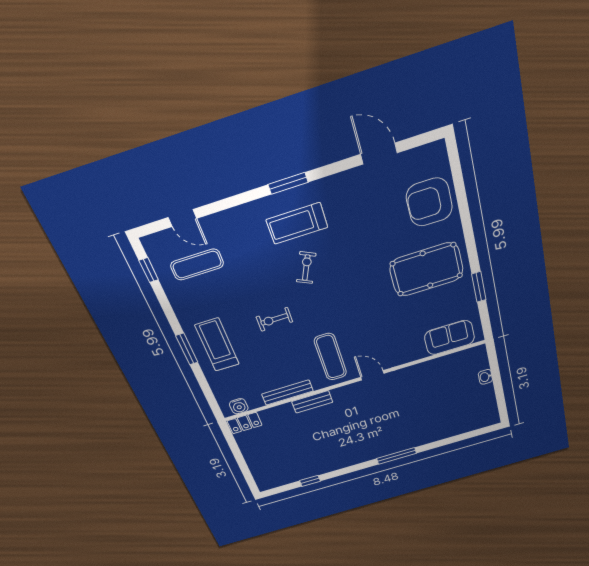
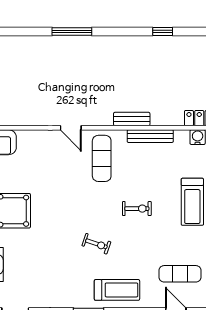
treadmill: (297, 223) -> (117, 290), moved
exercise bike: (306, 268) -> (96, 244), turned -96

